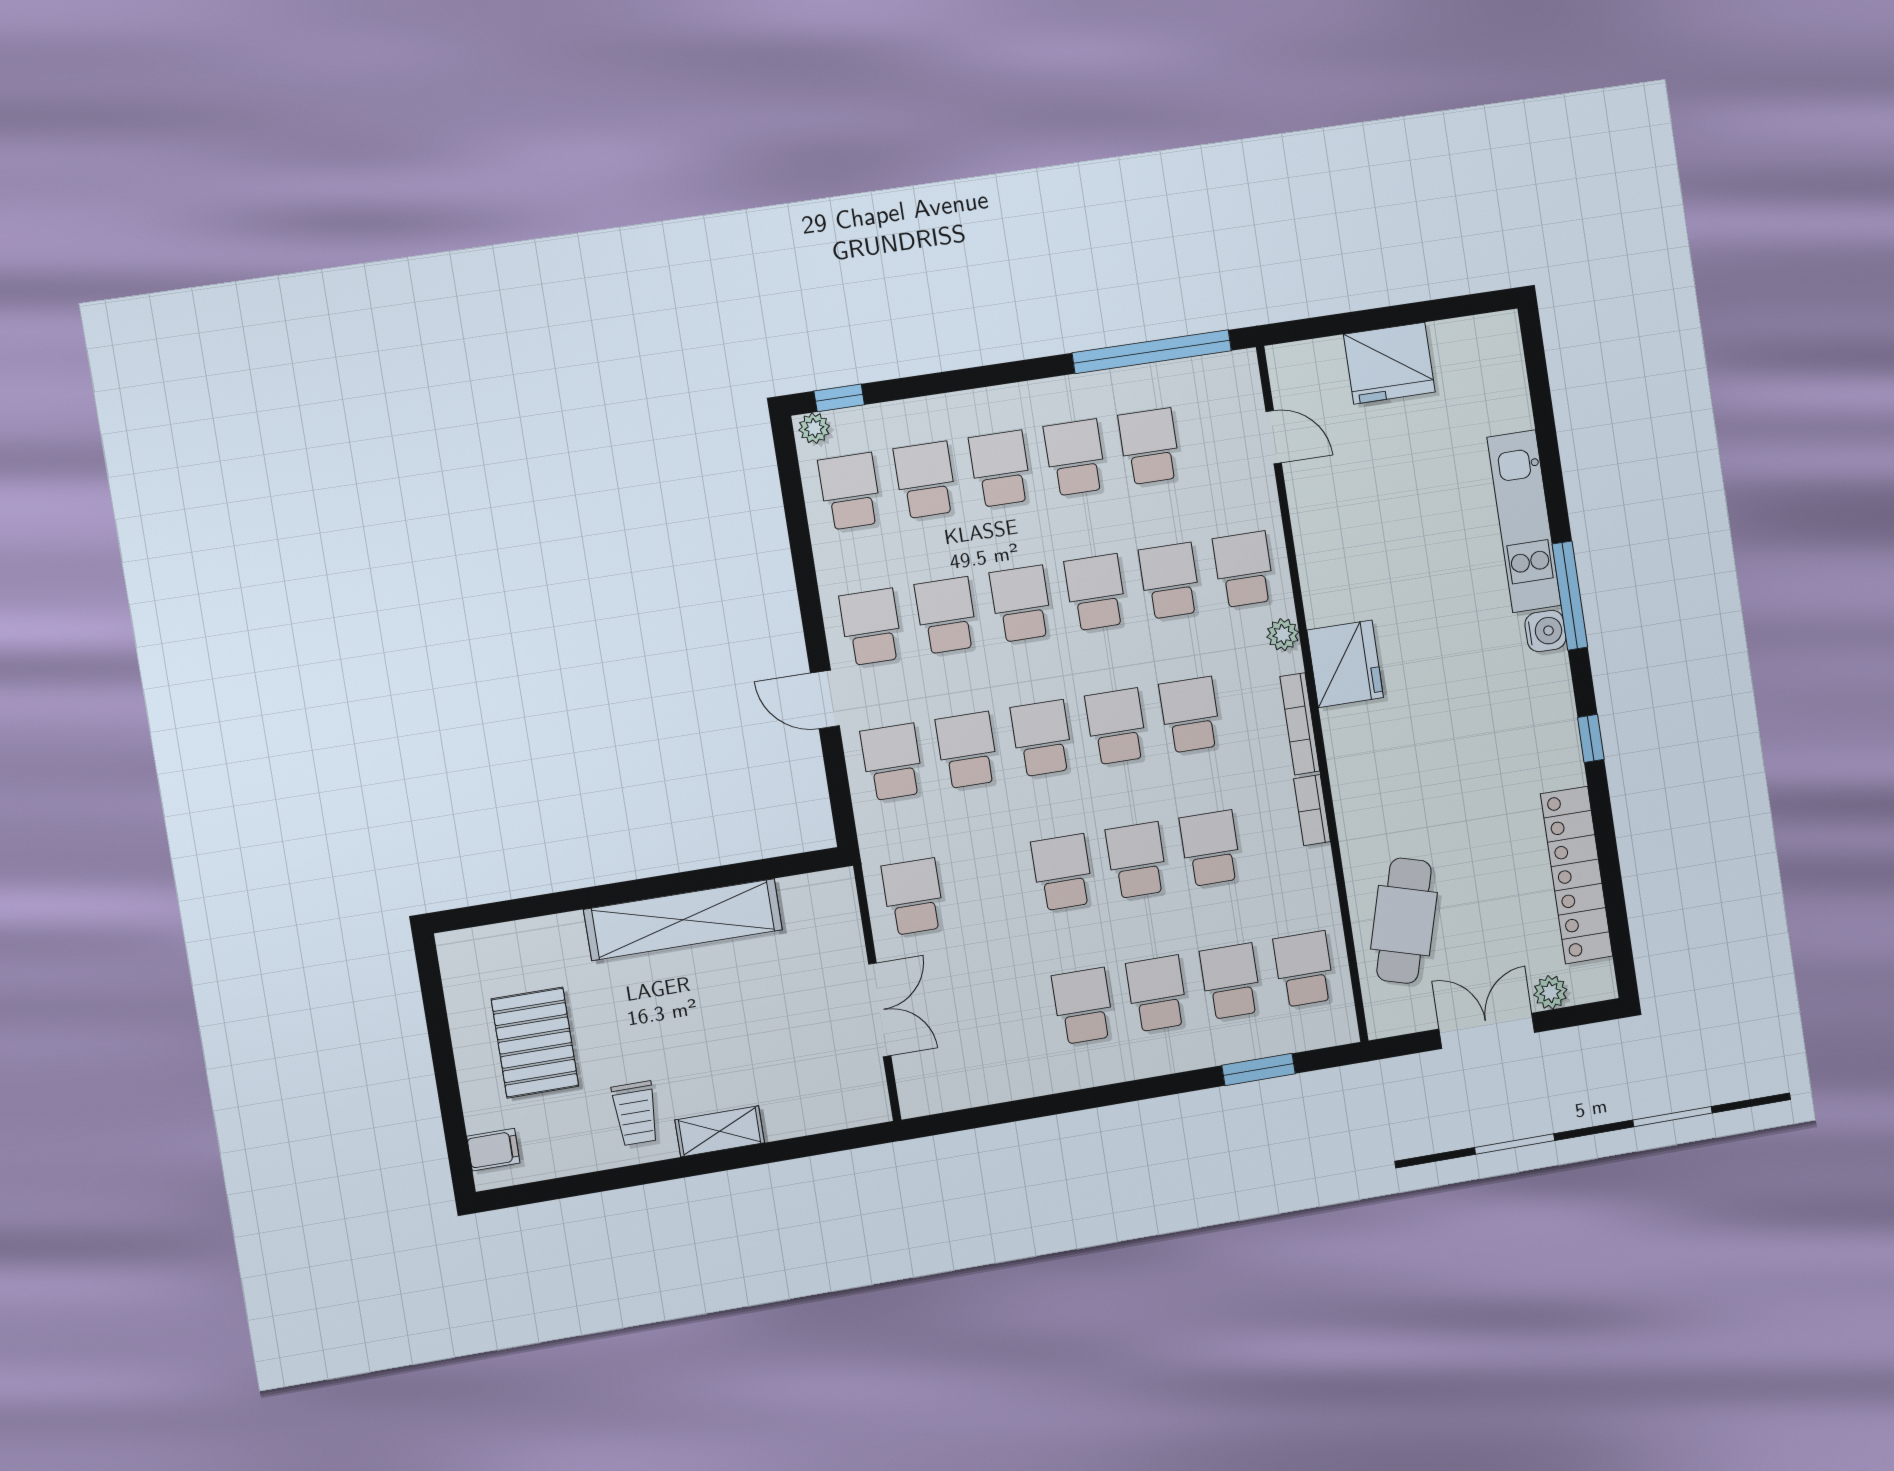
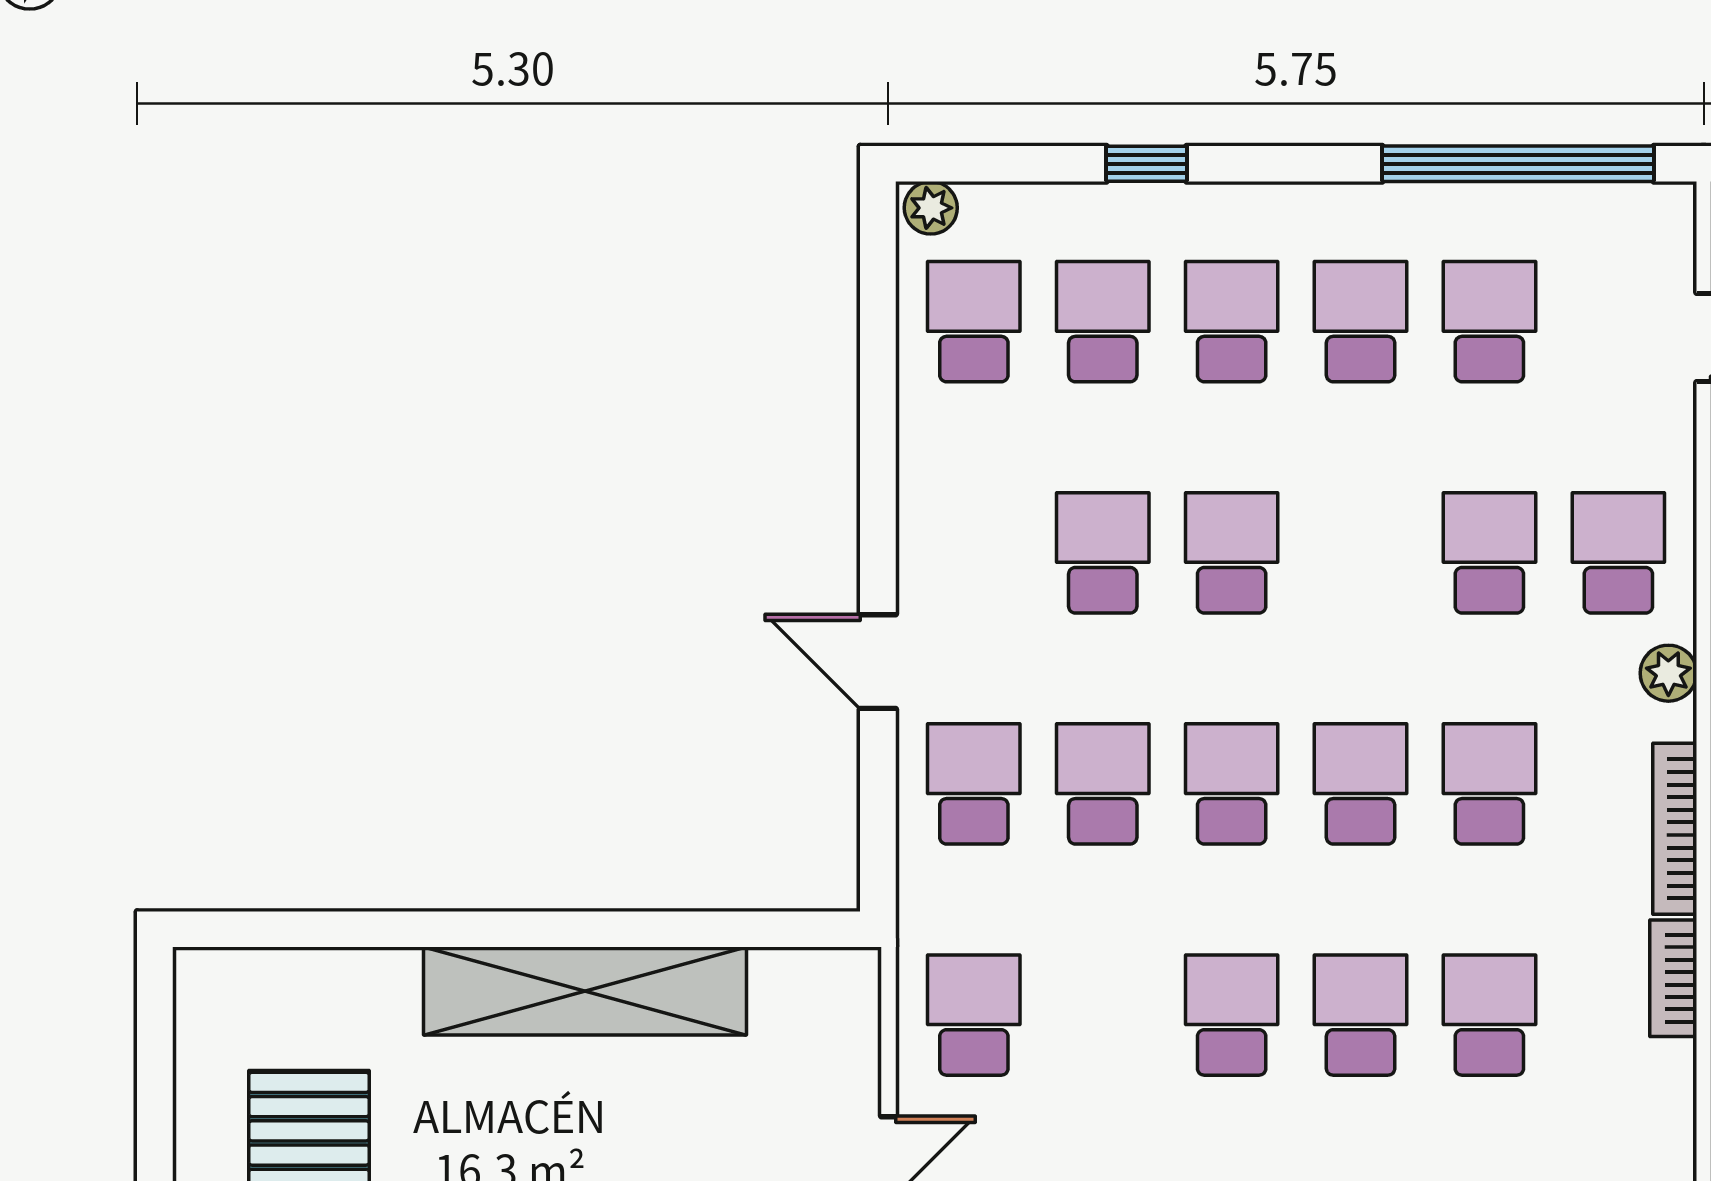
window: (839, 398) -> (1146, 164), moved
school desk: (1096, 592) -> (1361, 553), removed
school desk: (871, 627) -> (974, 553), removed

